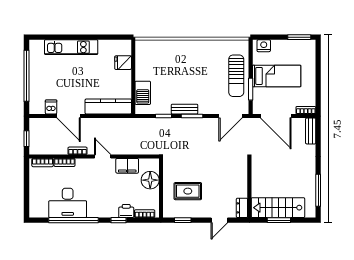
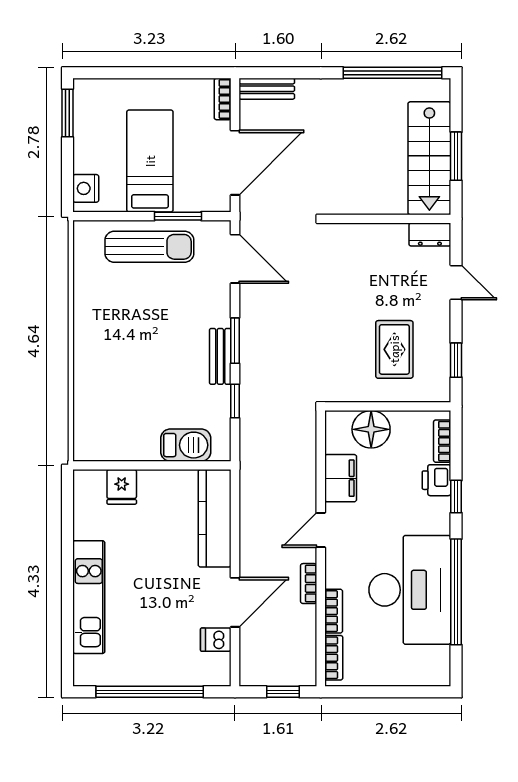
window: (318, 190) -> (393, 73), width x1.46
desk: (68, 203) -> (410, 590), width x1.36, depth x1.30

